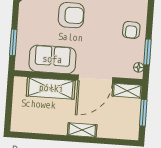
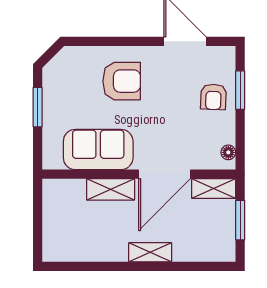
window: (13, 42) -> (38, 107), moved
window: (148, 52) -> (240, 90), moved
shelving: (51, 88) -> (111, 189), width x0.67, depth x0.75

